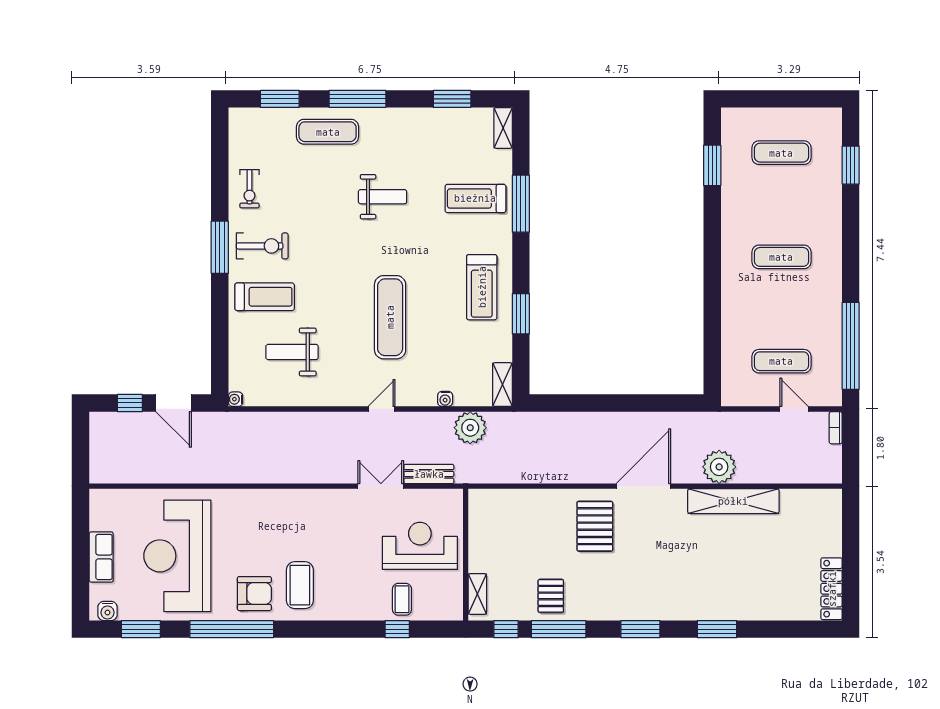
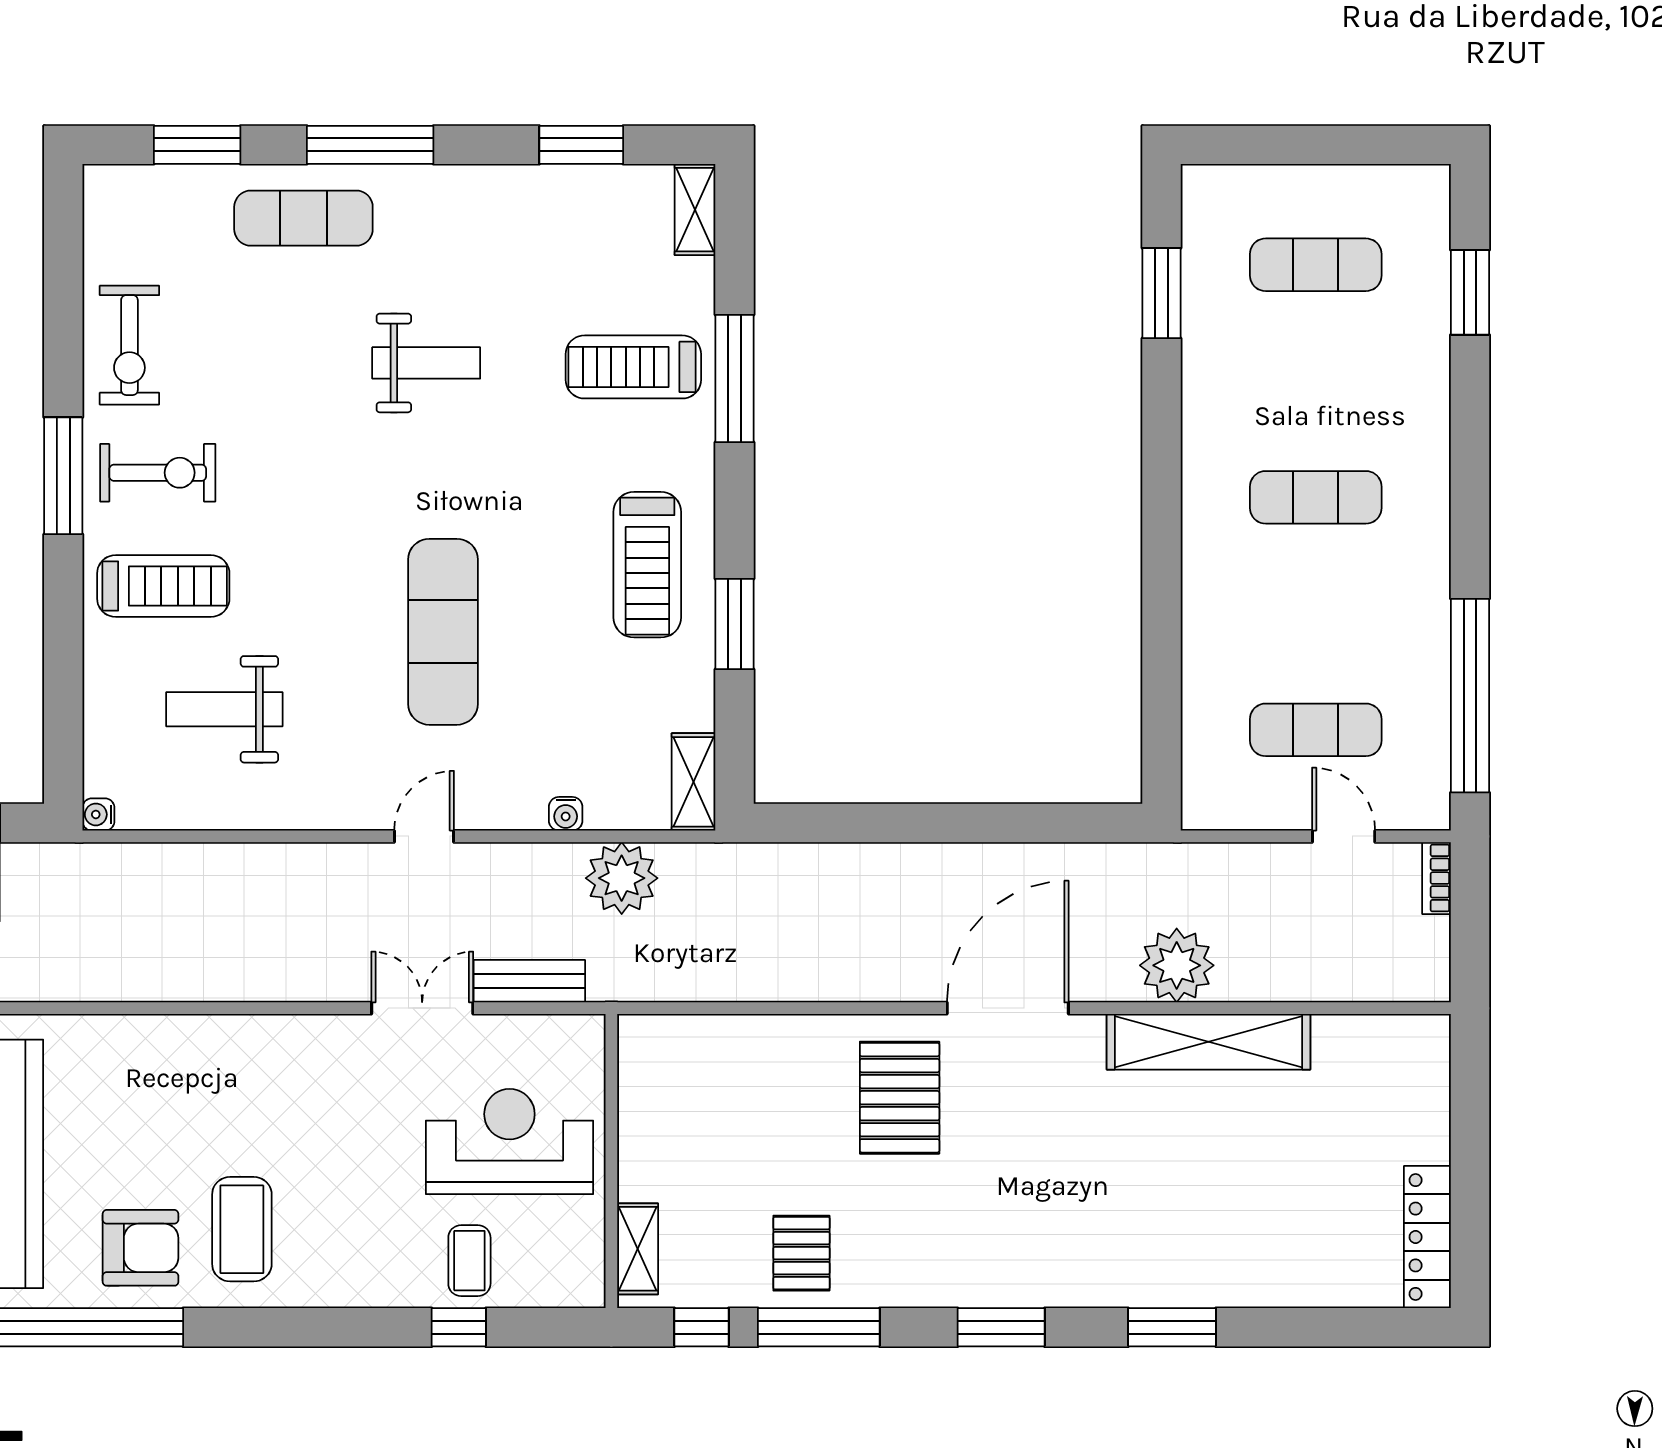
exercise bike: (249, 189) -> (129, 345), width x1.38, depth x1.39

